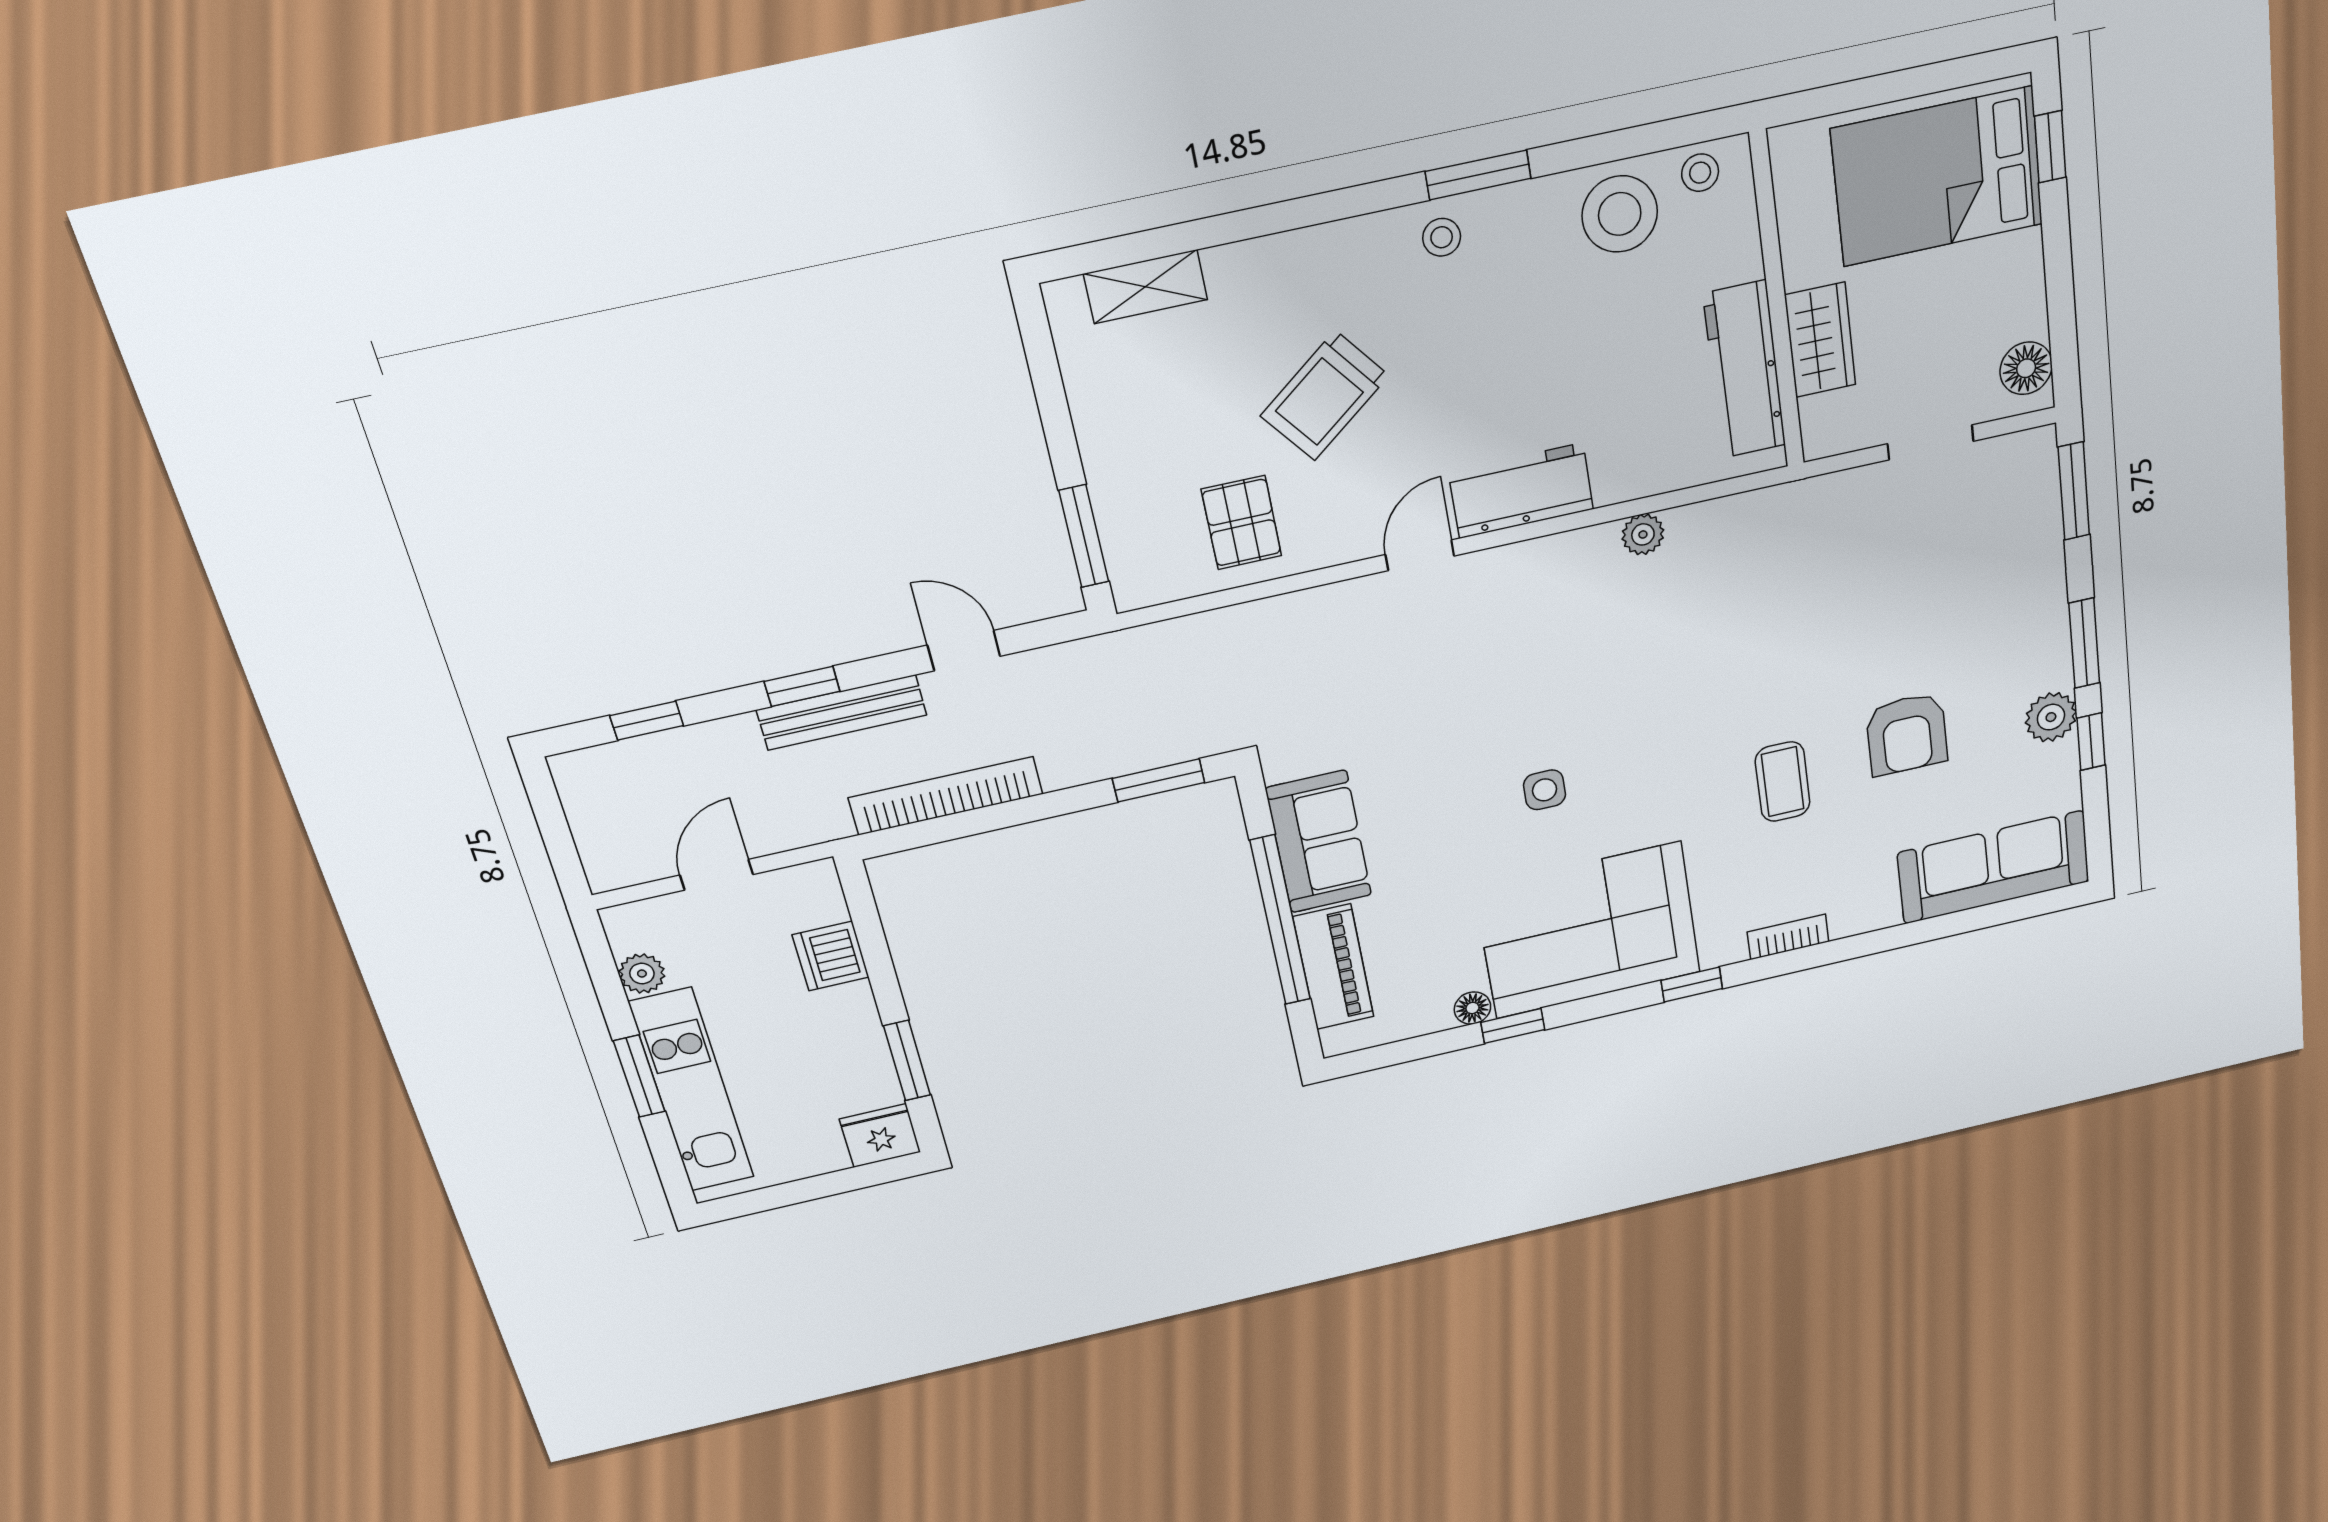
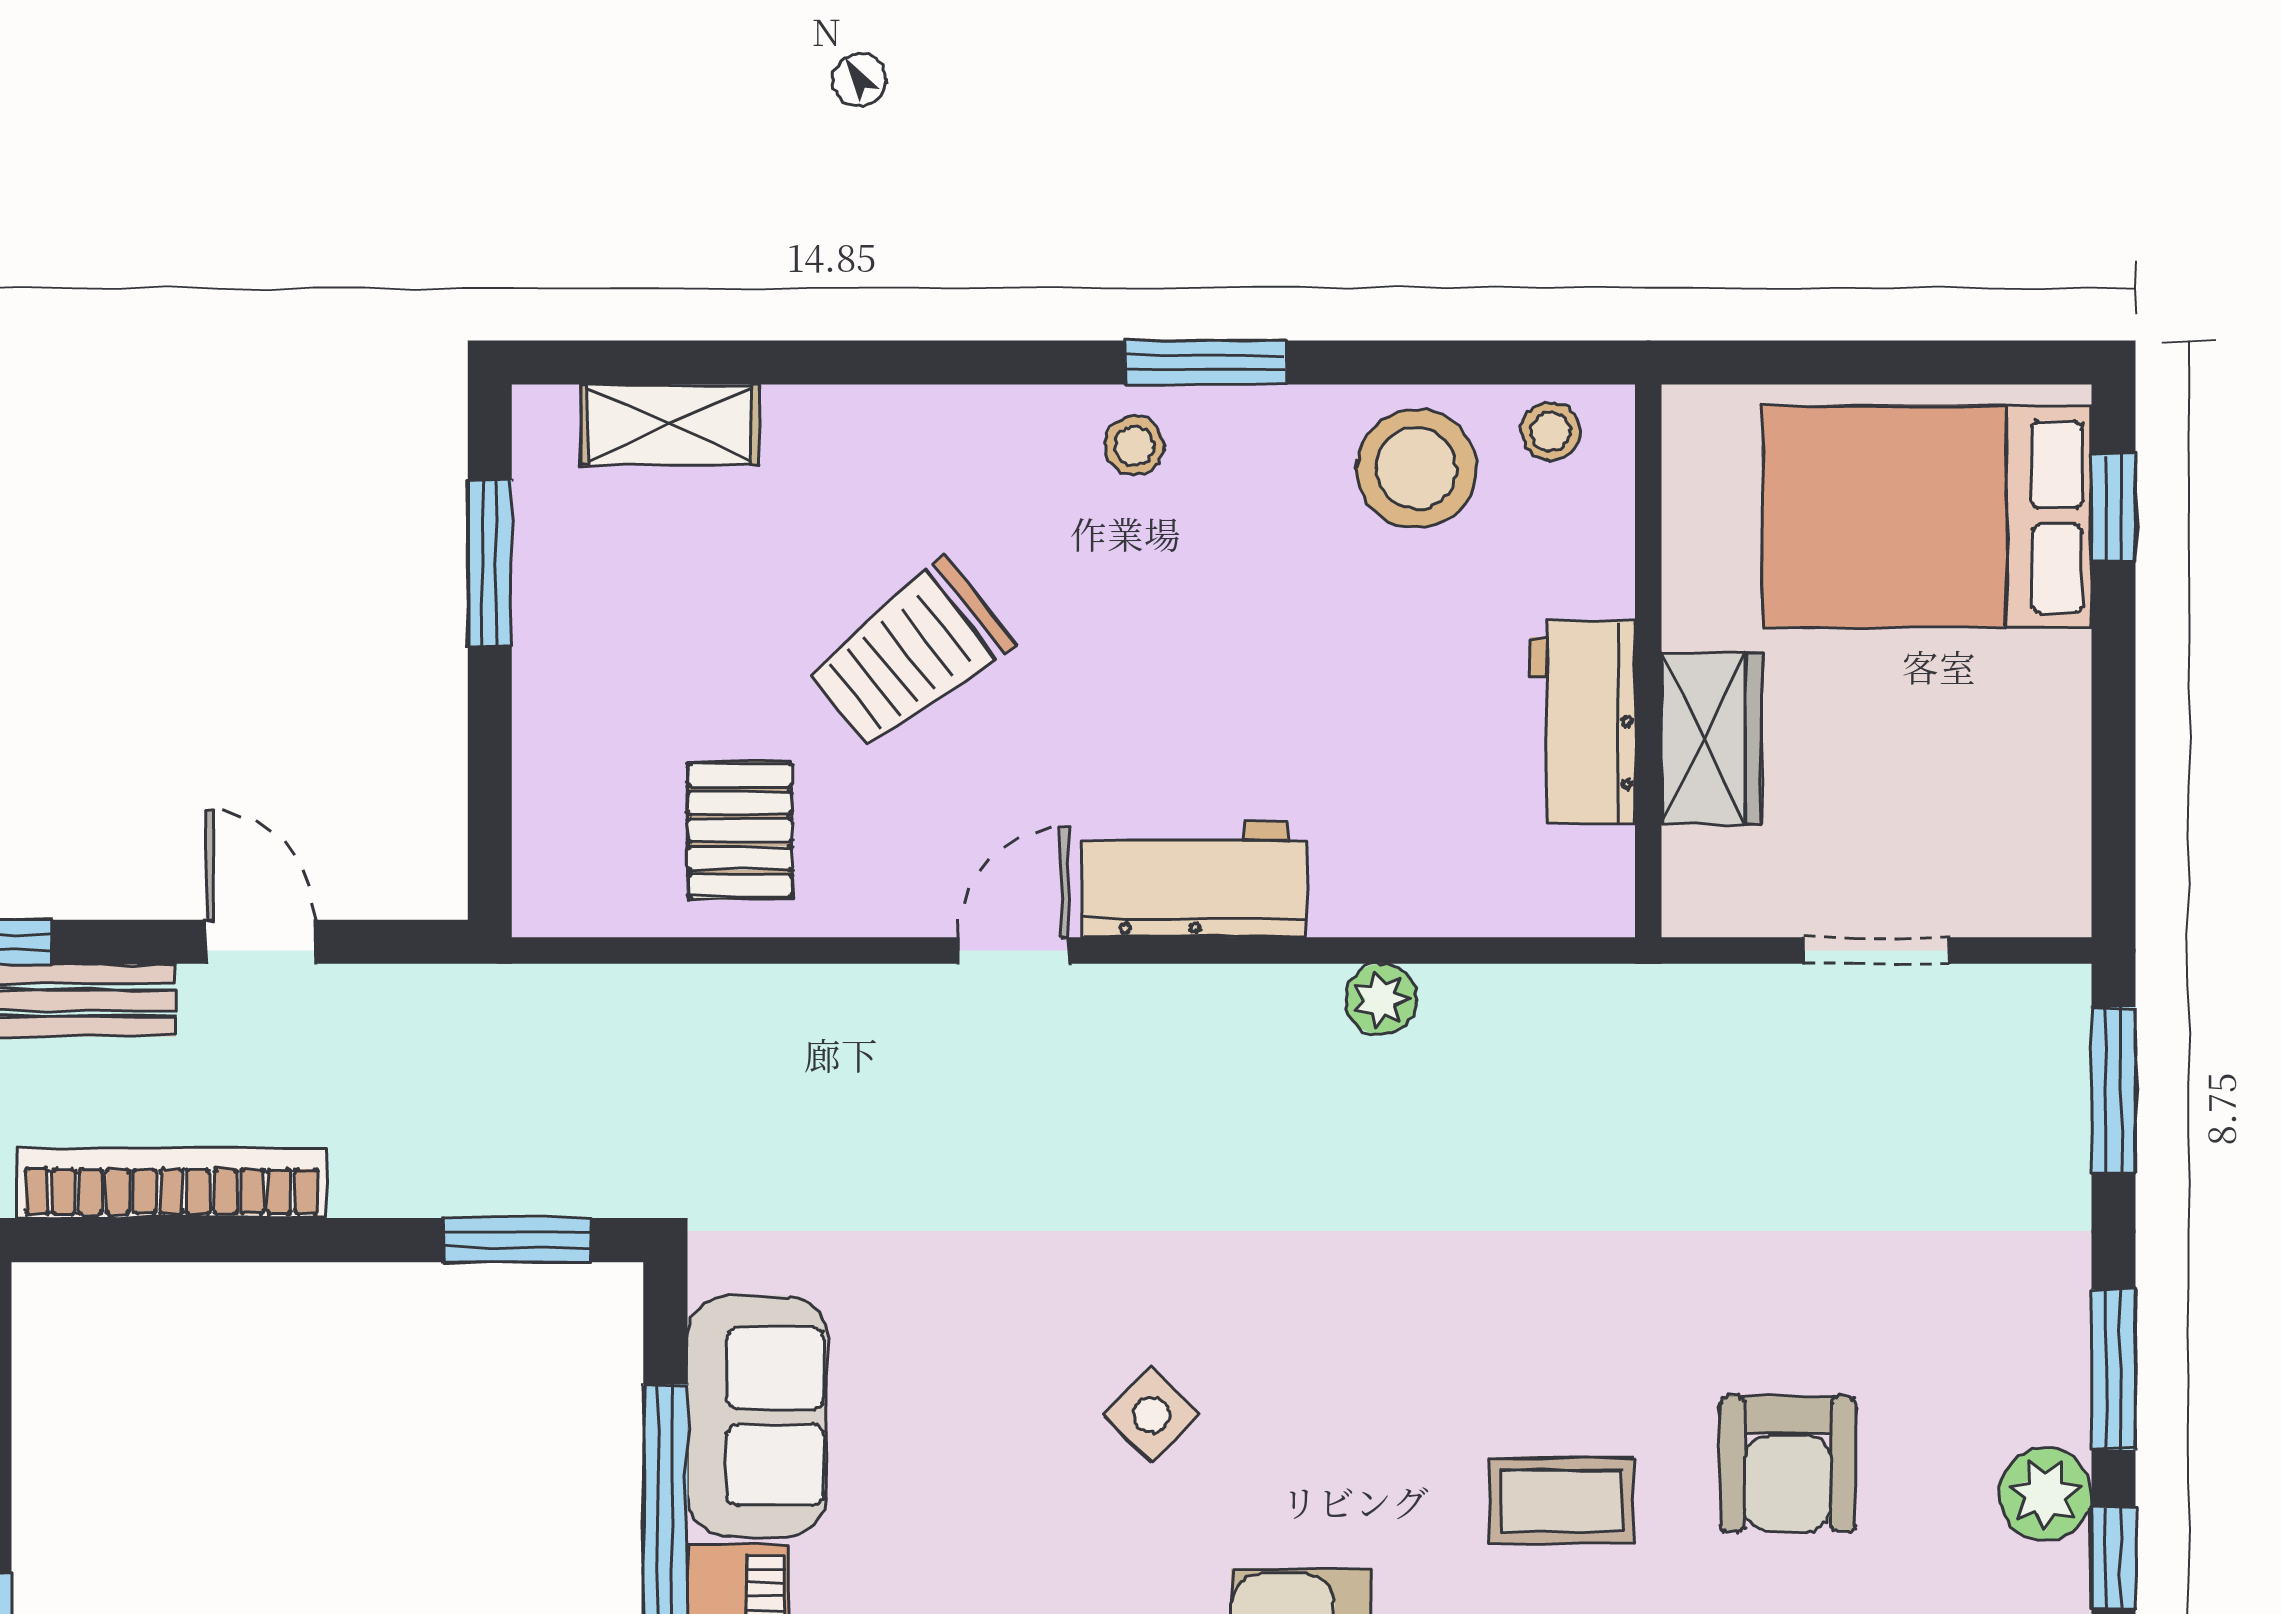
floor lamp: (2026, 368) -> (2047, 860), removed
workbench: (1745, 370) -> (1583, 722), width x0.73
window: (1084, 536) -> (490, 563), moved
coffee table: (1783, 782) -> (1562, 1501), turned 90
side table: (1545, 790) -> (1152, 1415), turned 45

